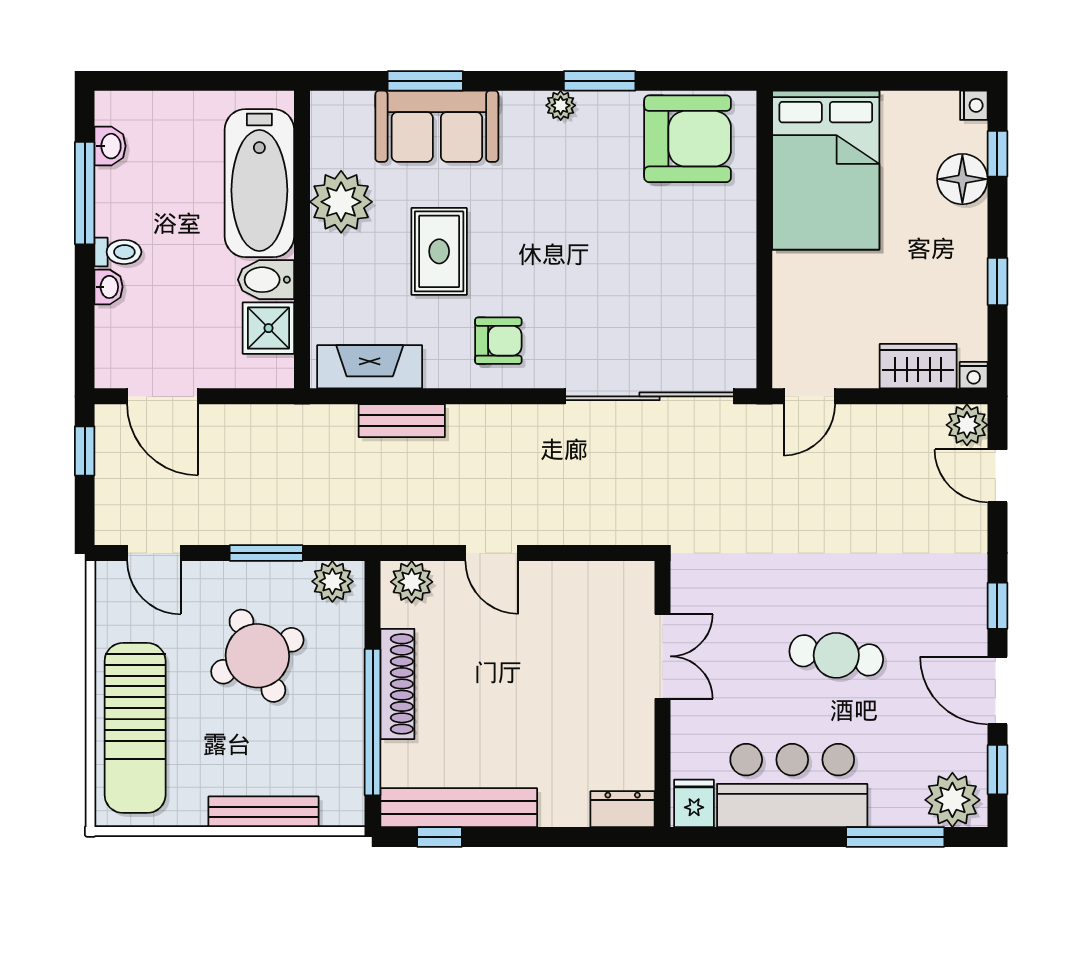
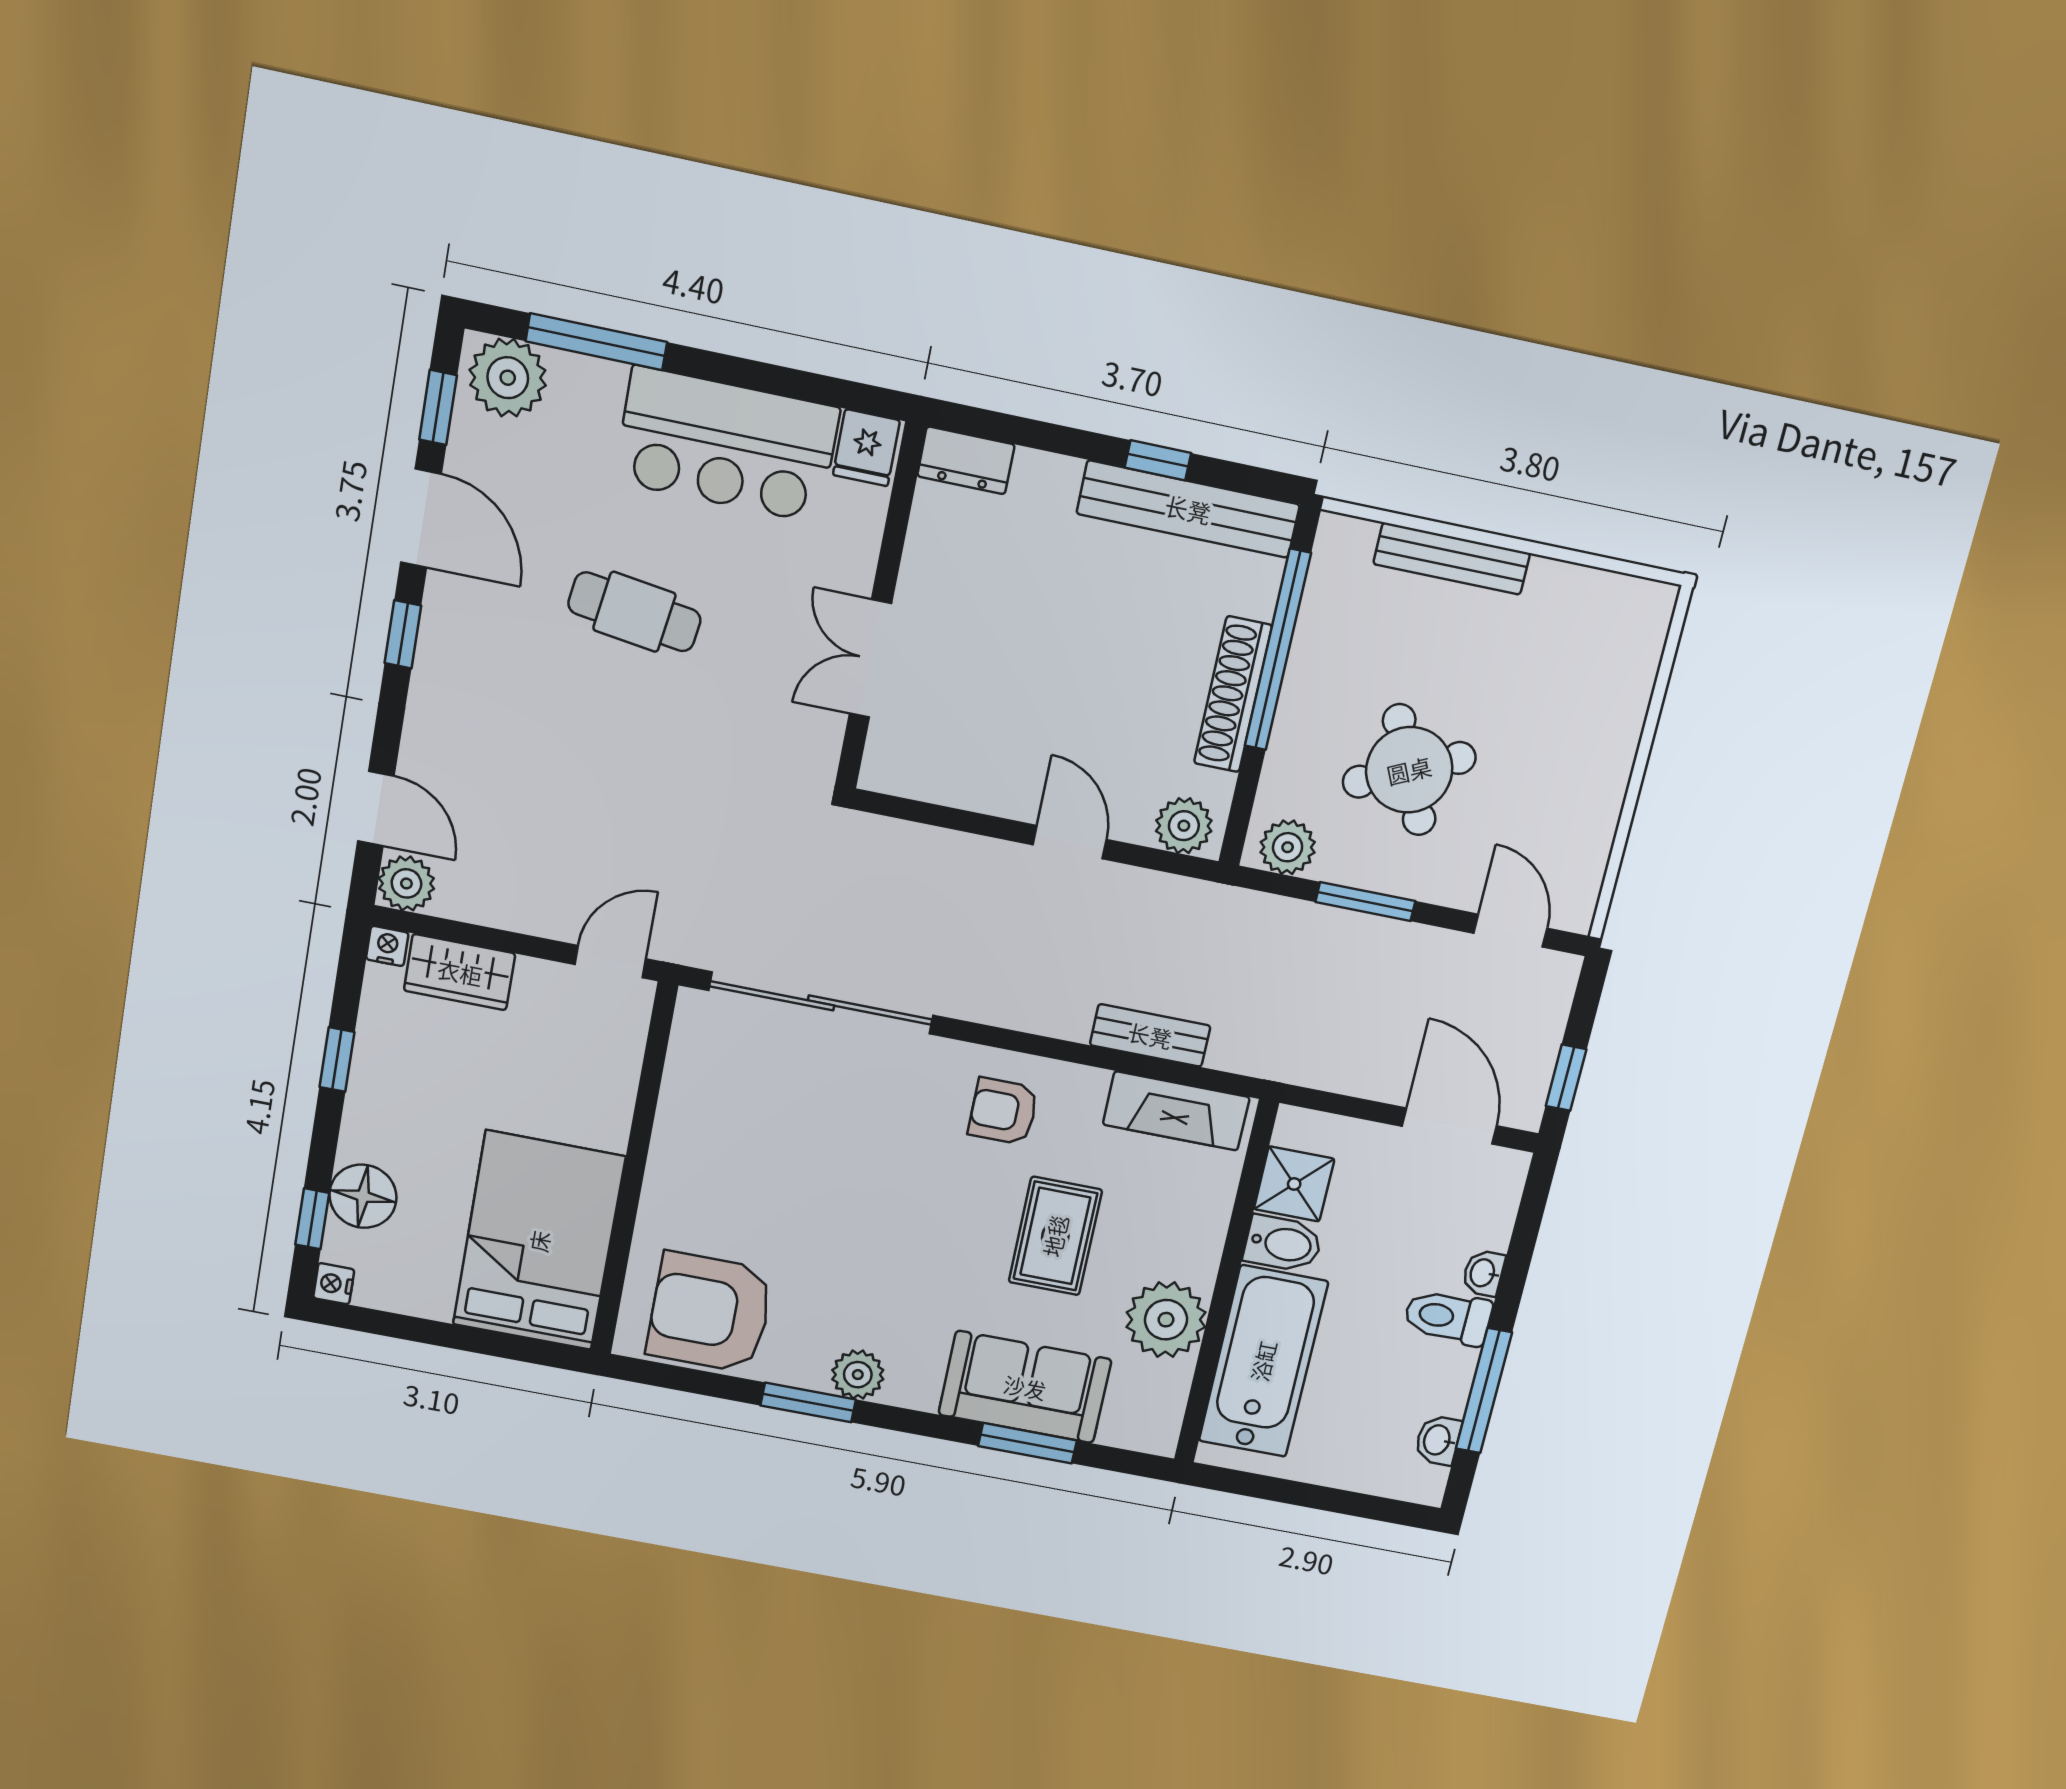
plant: (561, 105) -> (858, 1375), width x1.38, depth x1.38
toilet: (118, 252) -> (1448, 1317), width x1.37, depth x1.39
sun lounger: (135, 728) -> (1594, 707), removed
window: (439, 837) -> (1158, 460), moved

